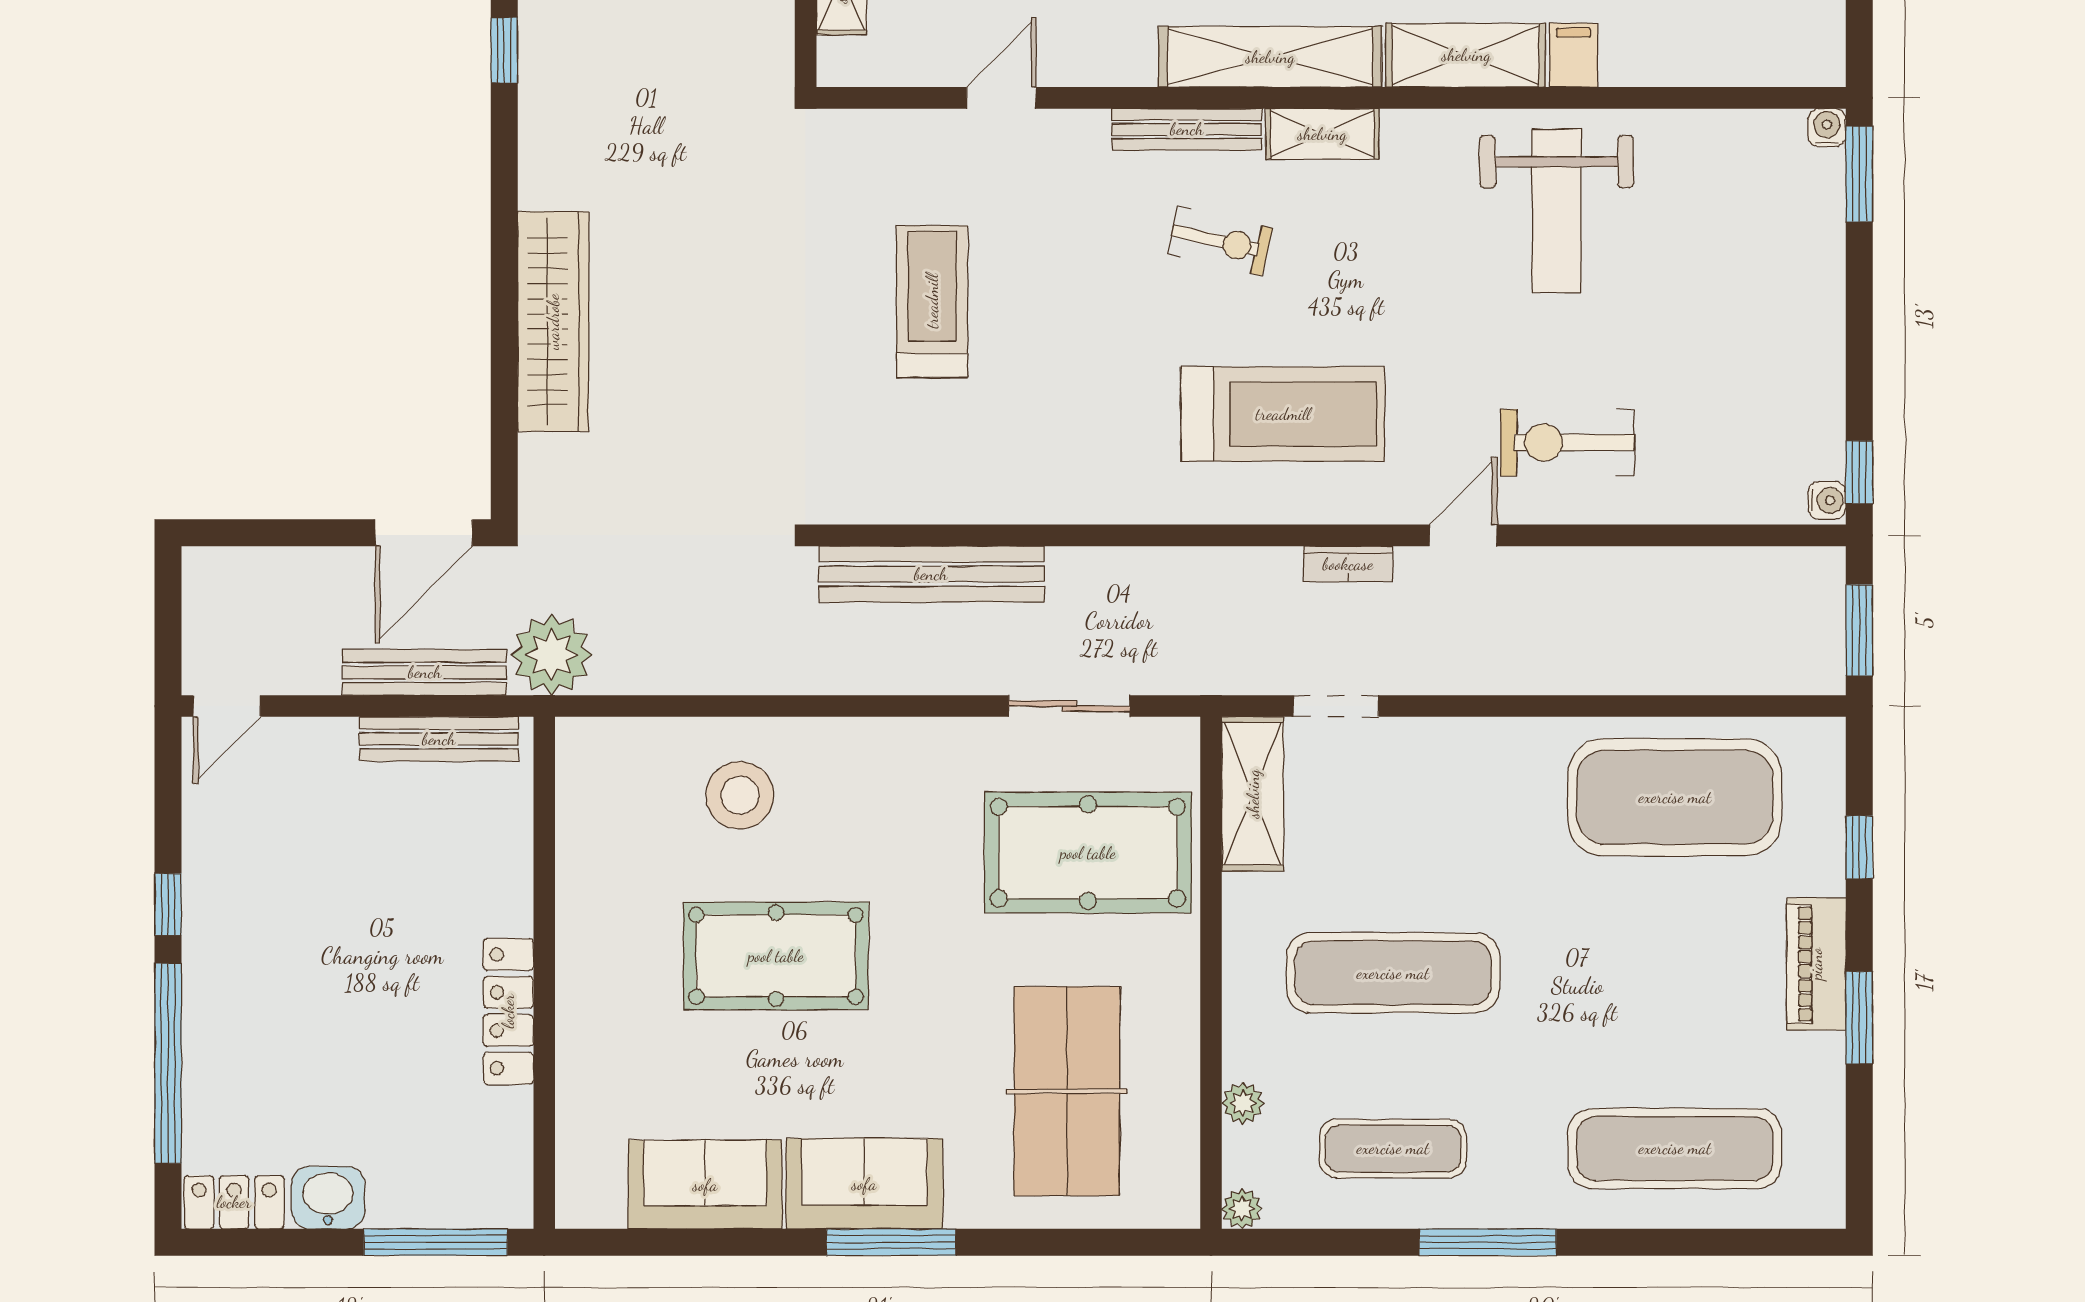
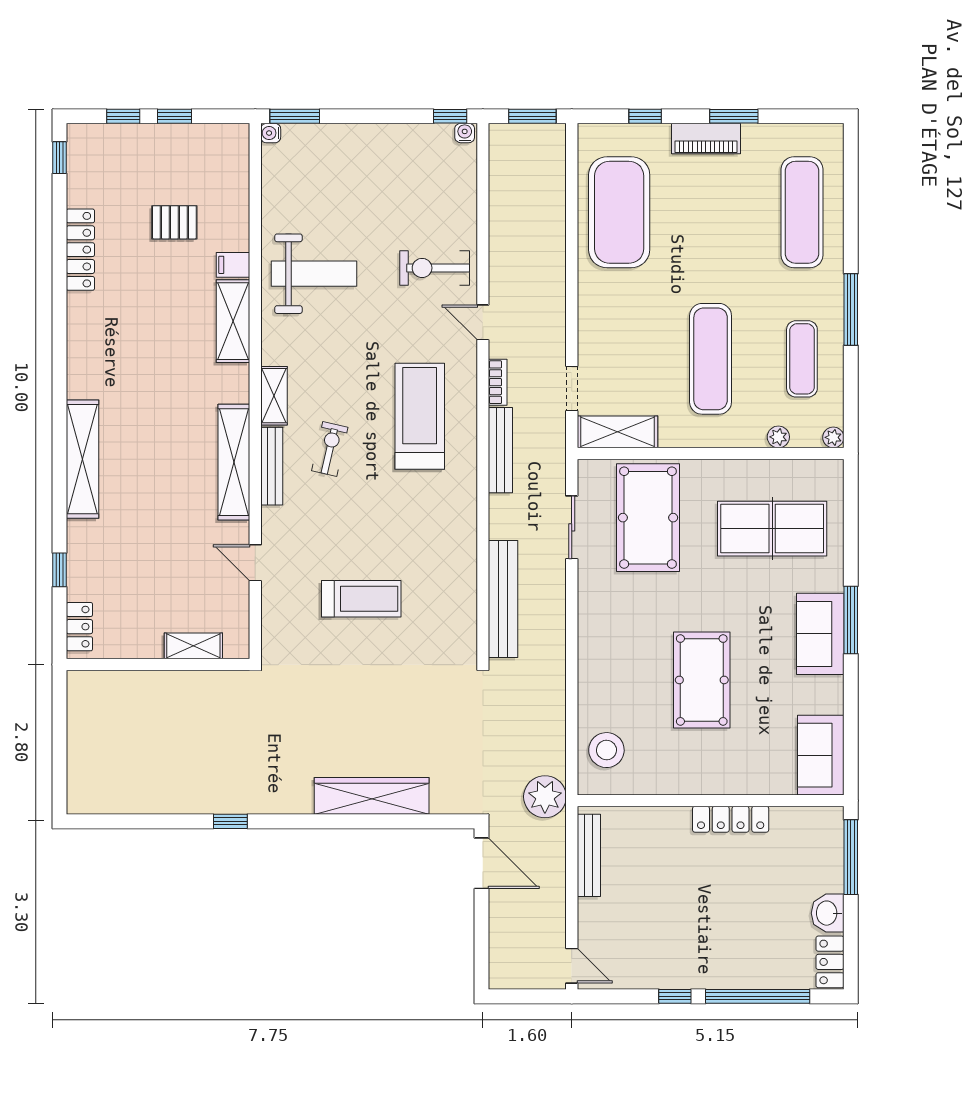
shelving: (1270, 57) -> (234, 462), moved
treadmill: (932, 301) -> (361, 599), turned 180
exercise bike: (1568, 443) -> (435, 268), turned 90
bench: (425, 672) -> (500, 450), moved
stool: (740, 795) -> (606, 750), moved
sofa: (705, 1185) -> (821, 755), moved

